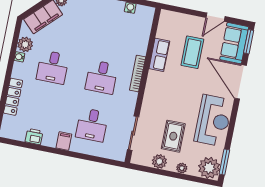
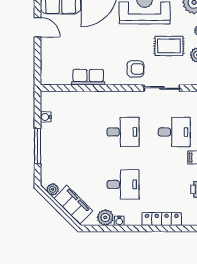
coffee table: (192, 52) -> (79, 44), removed
bookcase: (138, 74) -> (112, 96), removed
armchair: (158, 100) -> (135, 69), added
sliding door: (133, 133) -> (162, 88), moved

